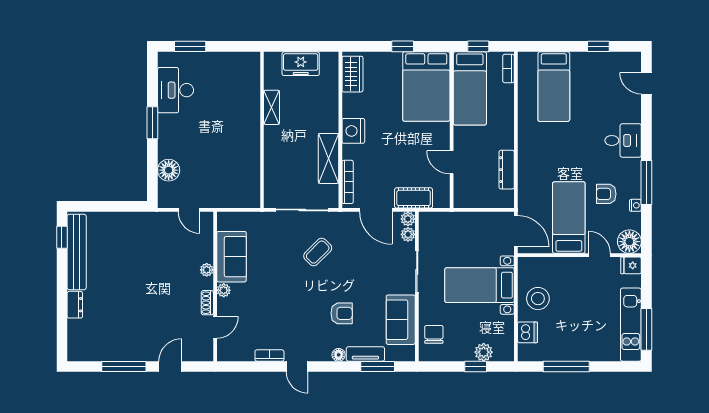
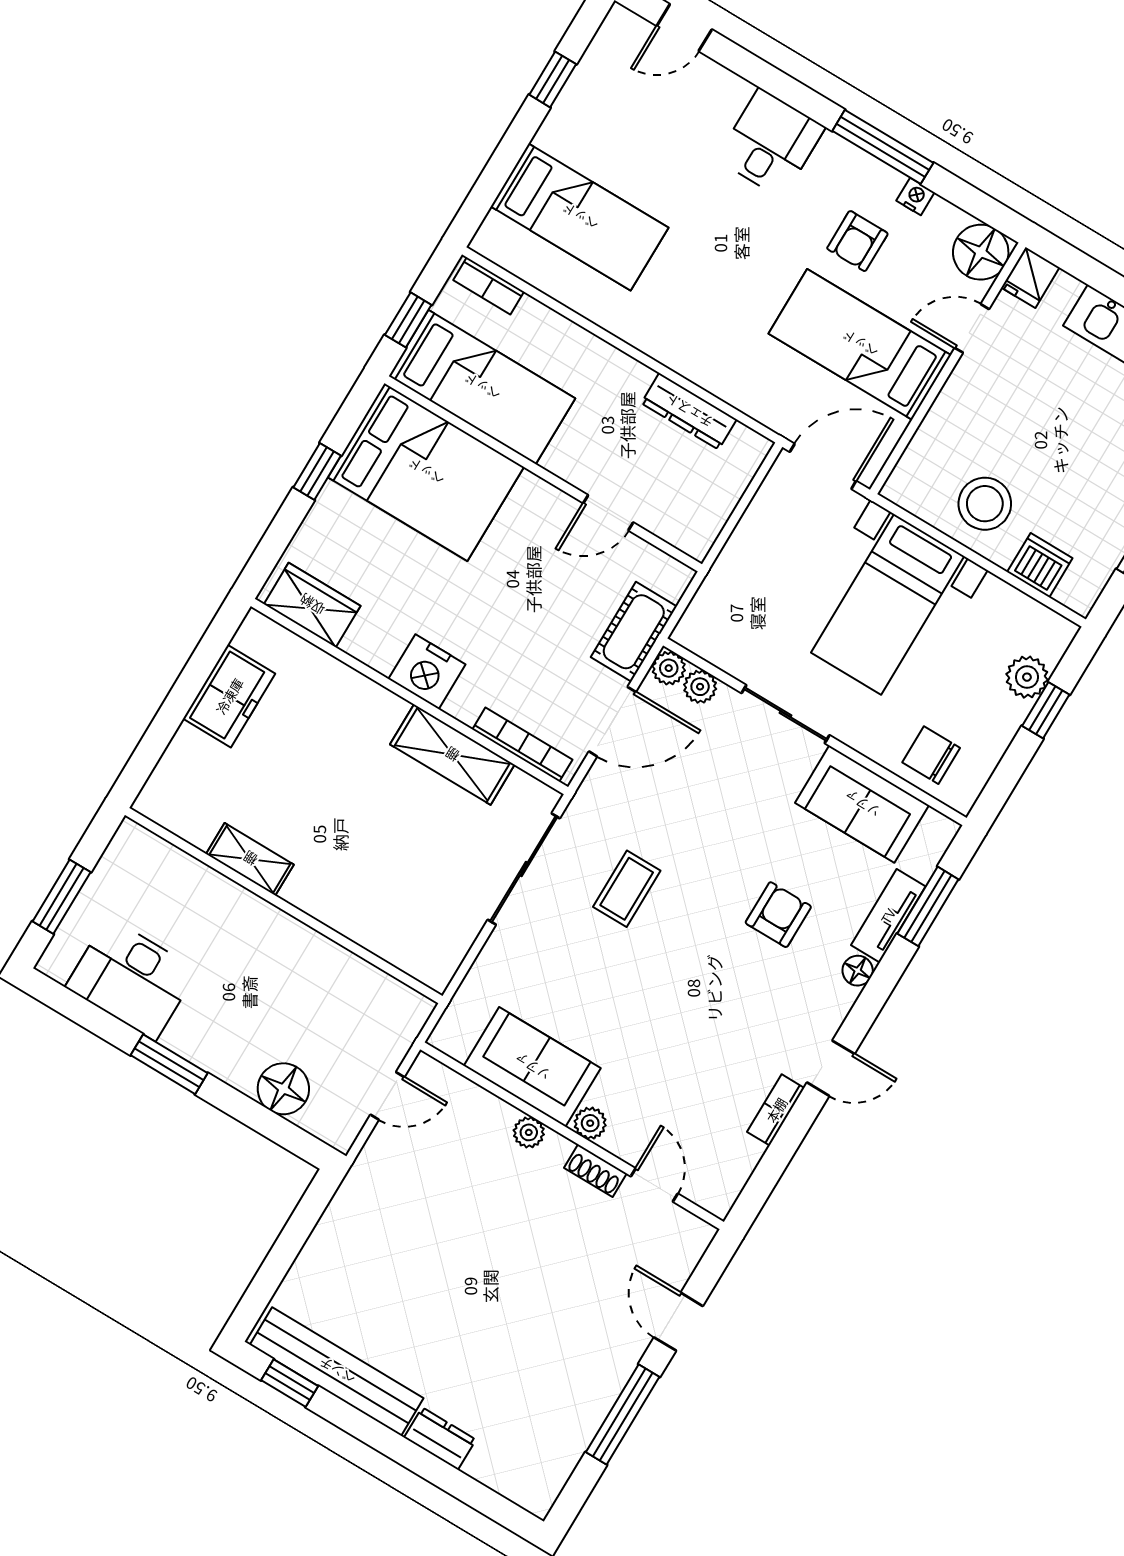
shelving: (272, 107) -> (250, 859), moved
wall: (262, 130) -> (284, 906), moved
coffee table: (318, 252) -> (627, 889), turned 45

